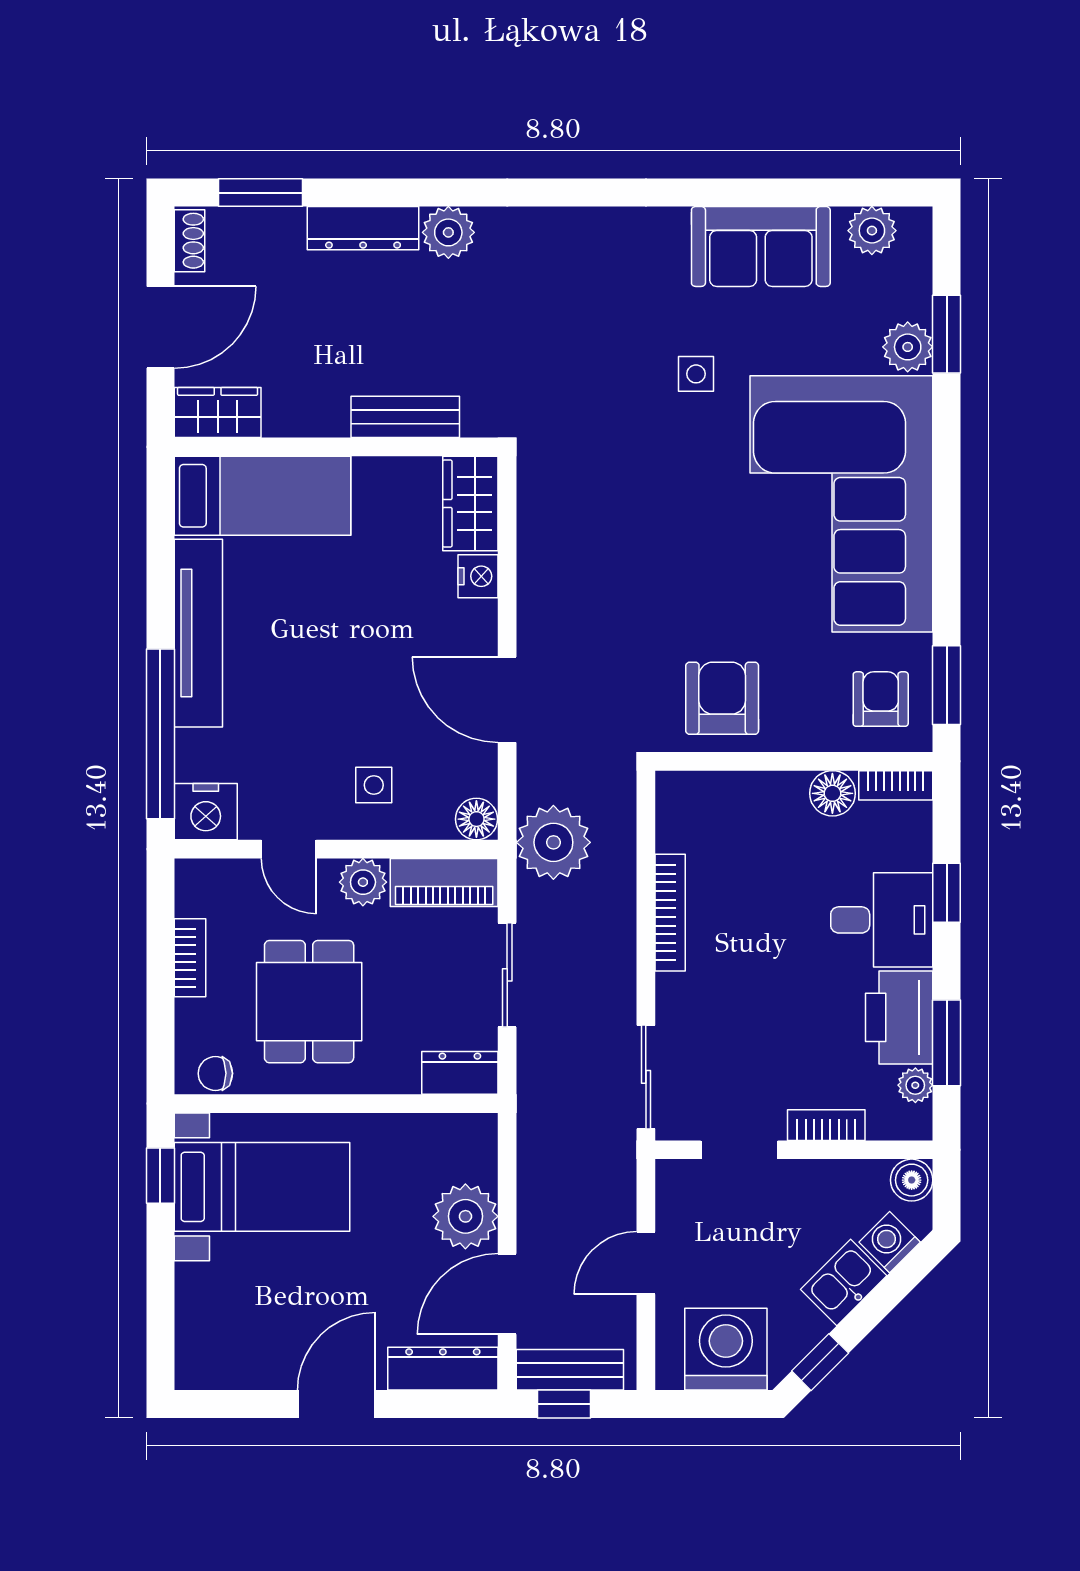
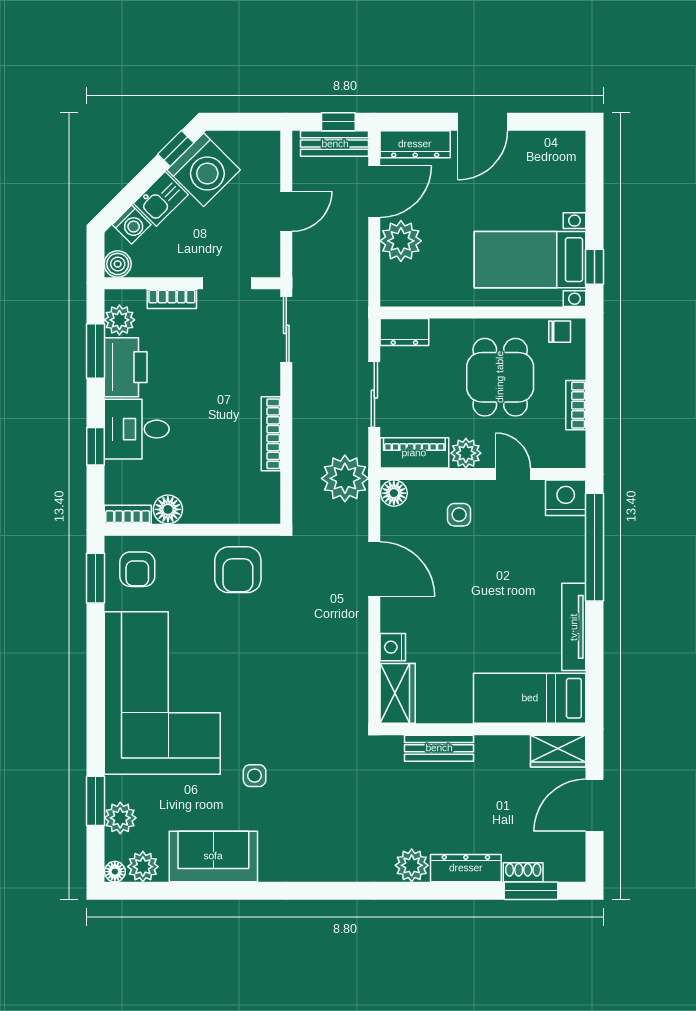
floor lamp: (916, 223) -> (115, 872), added
shoe rack: (189, 241) -> (523, 872), moved, turned 90
plant: (908, 347) -> (120, 818), moved
tv unit: (198, 633) -> (574, 627), width x0.73, depth x0.78
plant: (915, 1085) -> (119, 320), width x1.38, depth x1.38
washing machine: (726, 1349) -> (204, 170), moved, turned -45

